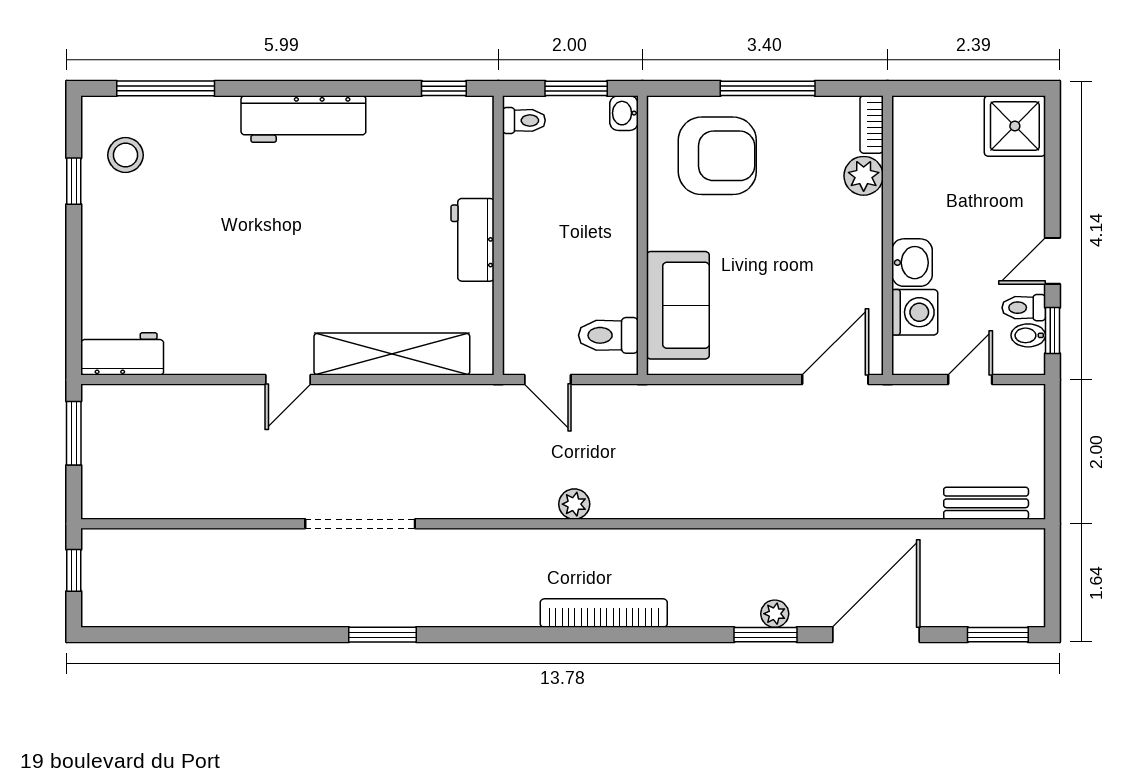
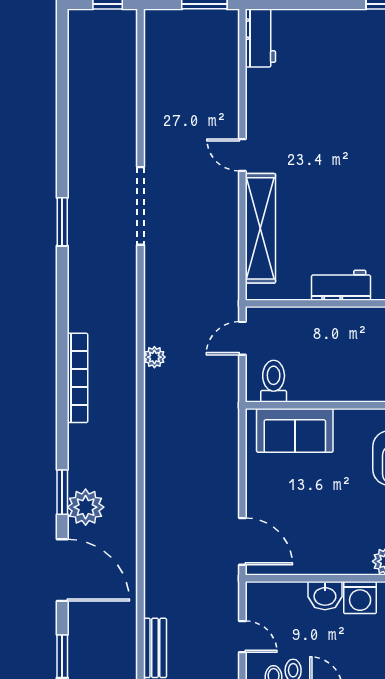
washing machine: (915, 312) -> (360, 597), moved
plant: (775, 614) -> (86, 507), width x1.87, depth x1.87

